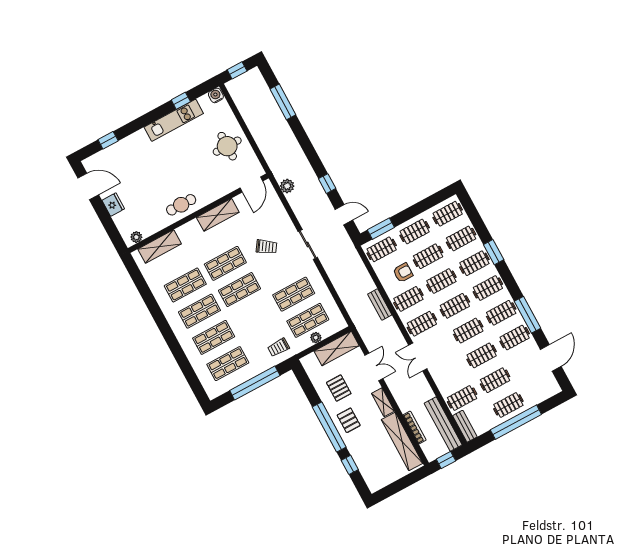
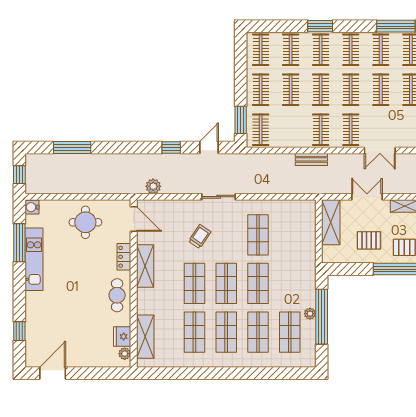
window: (181, 101) -> (19, 243), width x2.17
locker: (216, 193) -> (124, 257), added
fridge: (113, 205) -> (122, 337), moved, turned -90
armchair: (403, 273) -> (293, 122), removed
shop shelf: (308, 320) -> (258, 283), moved
plant: (316, 338) -> (310, 314), moved
trolley: (278, 347) -> (300, 276), removed

